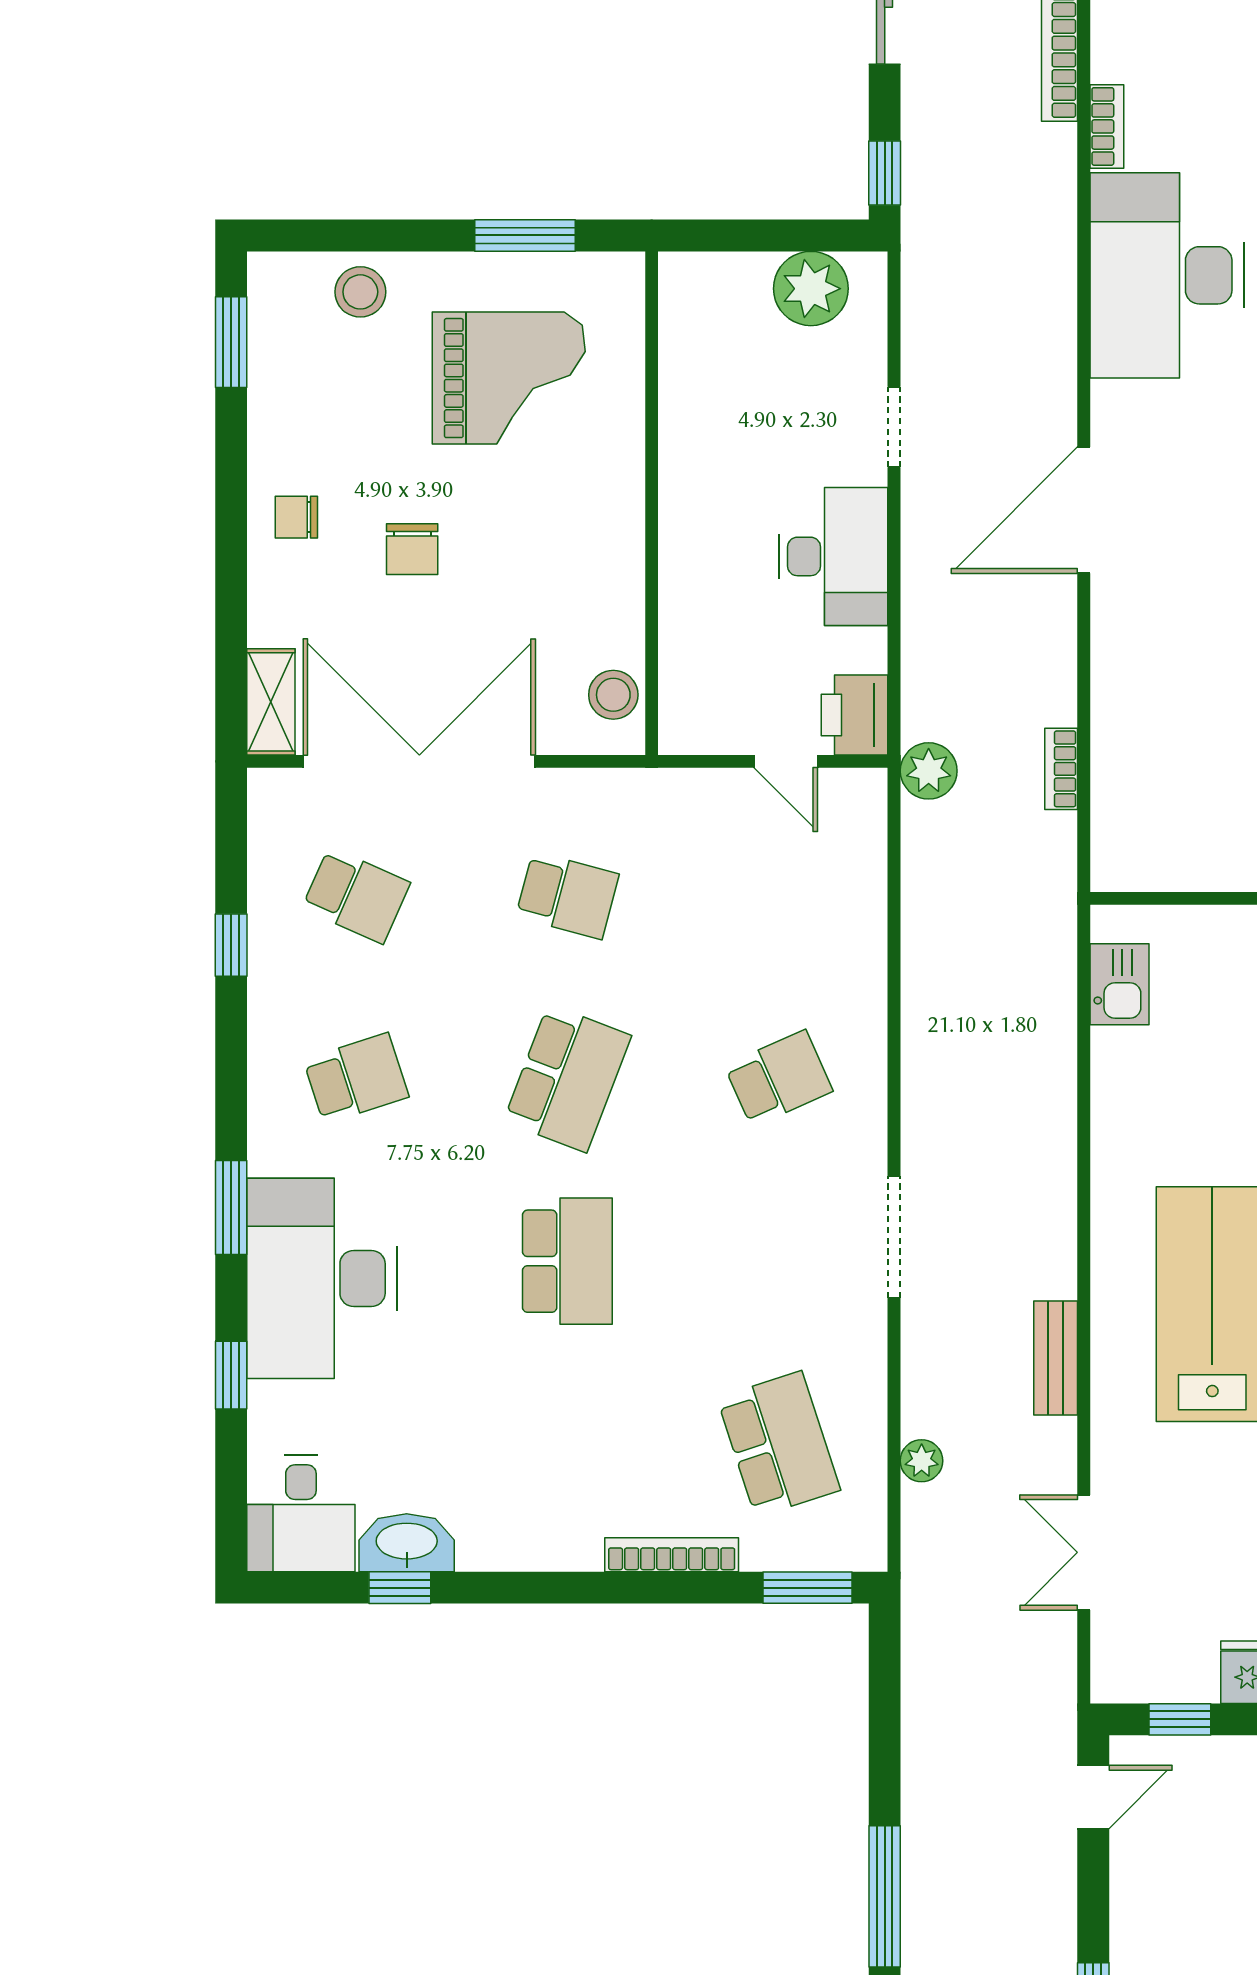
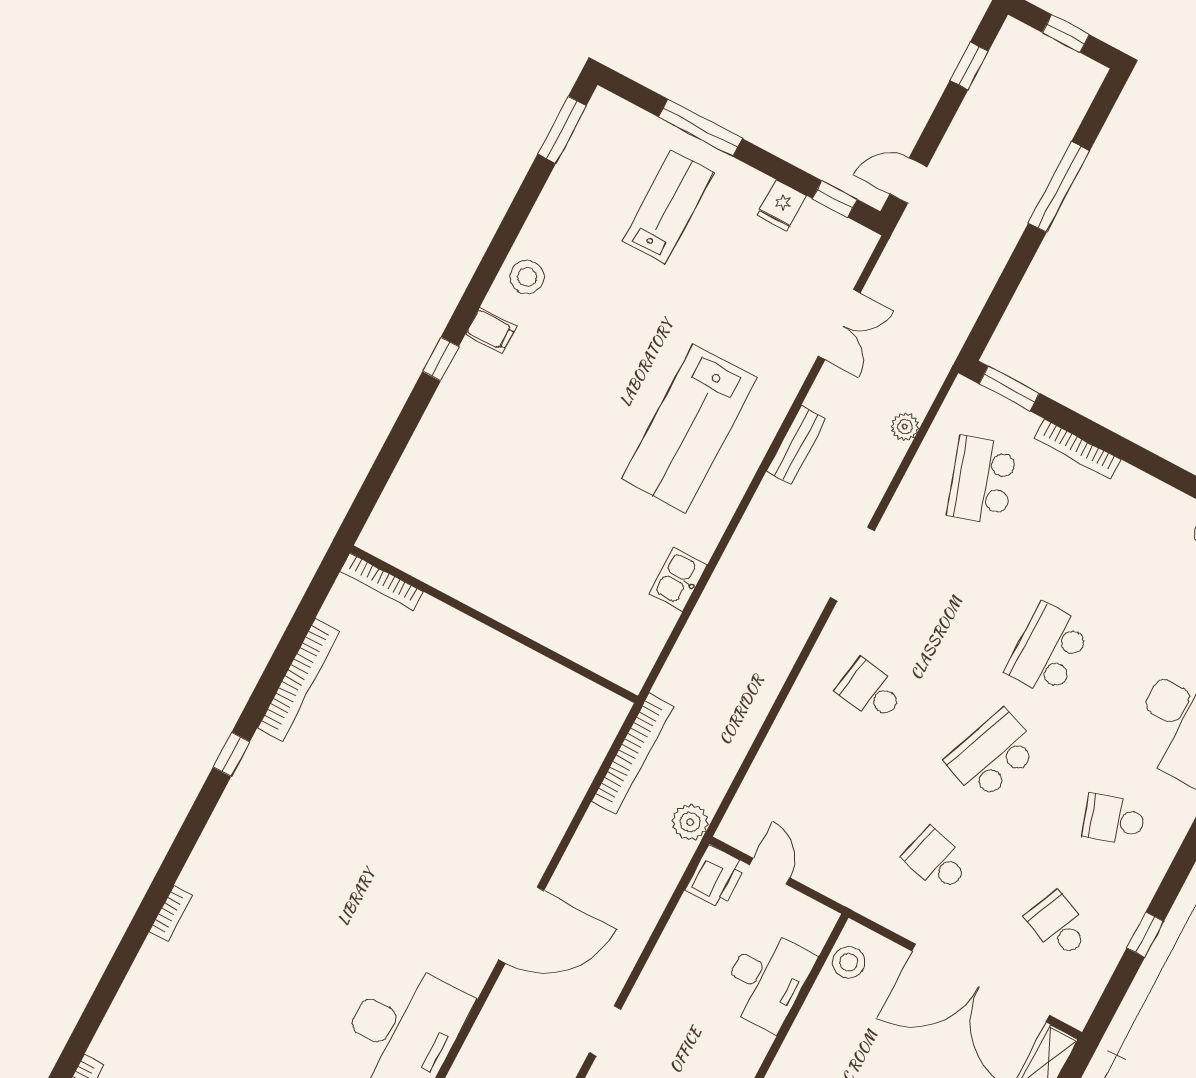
desk: (833, 556) -> (766, 979), moved, turned 180
bookcase: (1061, 769) -> (633, 754), width x2.31, depth x1.31
kitchen sink: (1119, 984) -> (678, 579), moved
school desk: (779, 1078) -> (870, 691), turned 33

